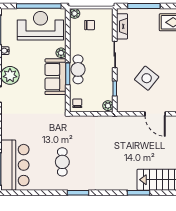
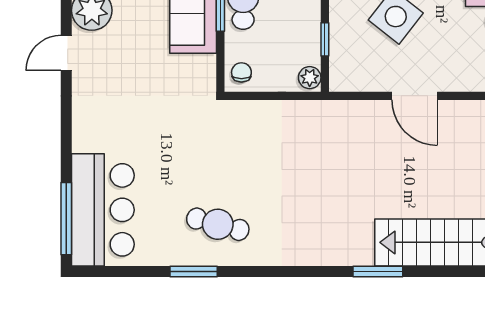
cafe table: (62, 162) -> (218, 224), moved, turned -75
window: (78, 193) -> (194, 271), moved

